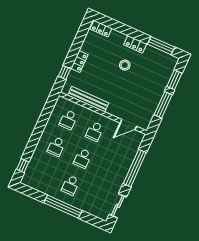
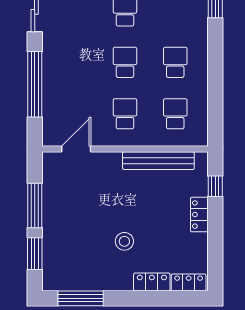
locker: (135, 44) -> (152, 282), moved

